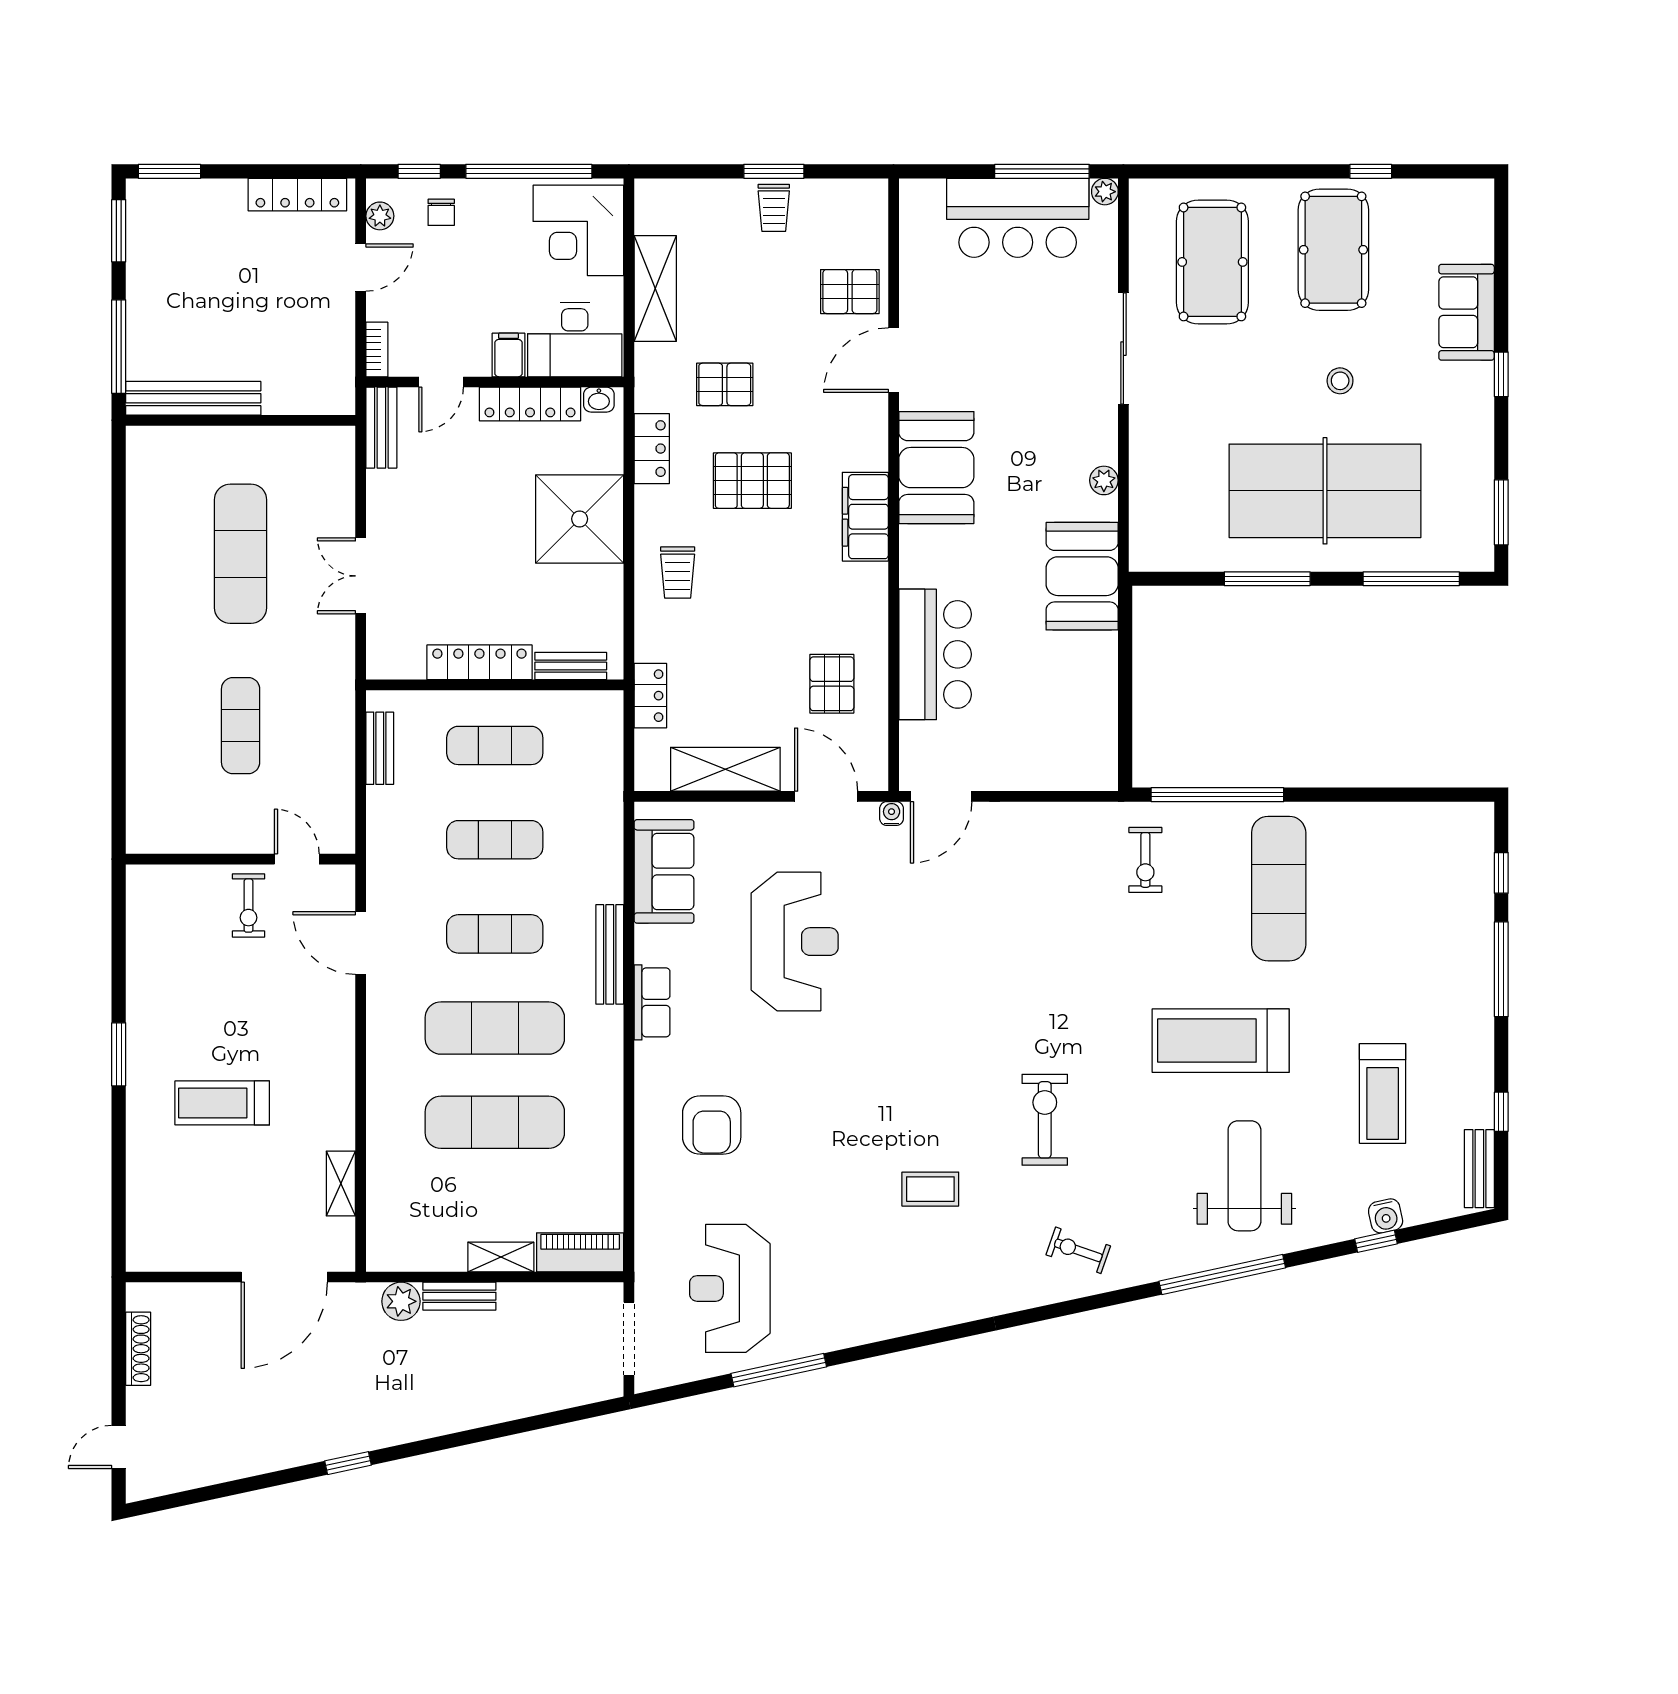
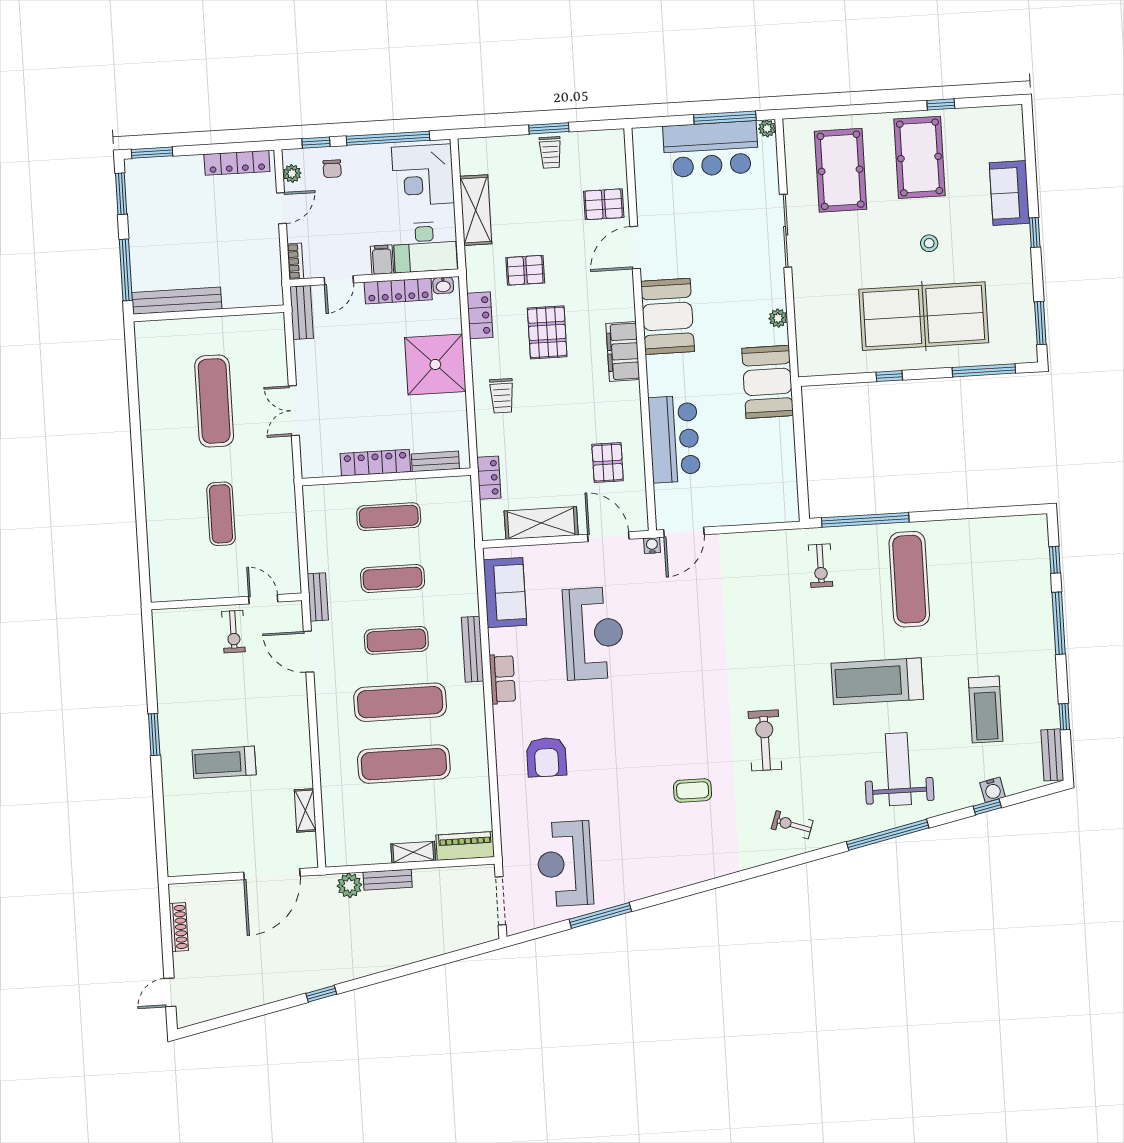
pallet: (752, 481) -> (547, 332), turned 90
window: (1267, 579) -> (889, 376), width x0.46
bench: (380, 748) -> (318, 597), moved

